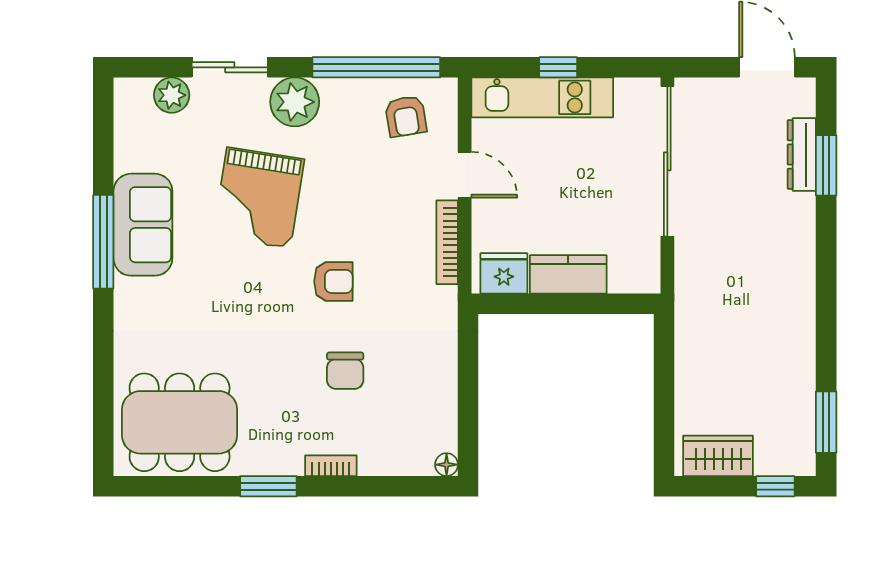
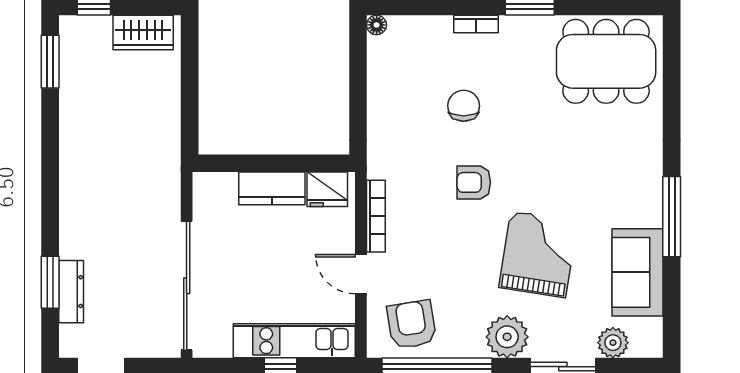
armchair: (406, 116) -> (412, 325), width x1.38, depth x1.38
sofa: (143, 225) -> (638, 272), moved

